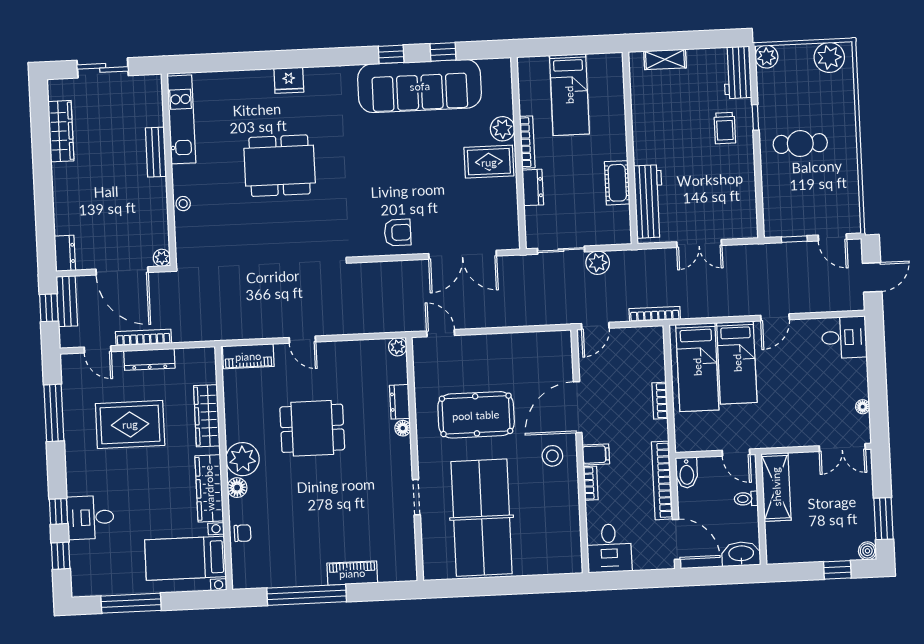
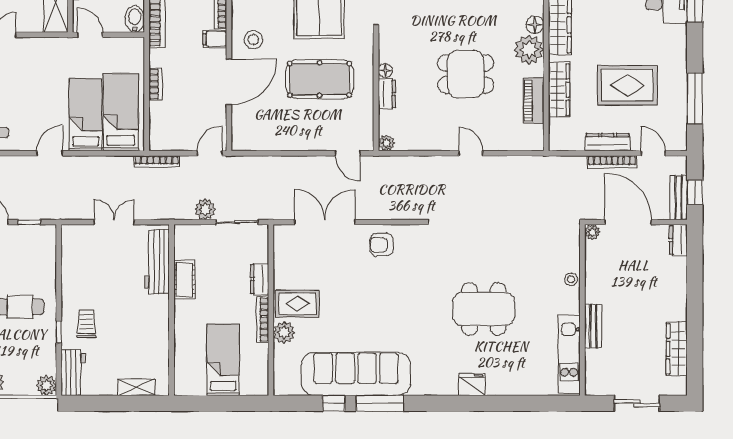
window: (391, 54) -> (380, 403), width x2.17
piano: (248, 356) -> (534, 101), moved, turned -90

